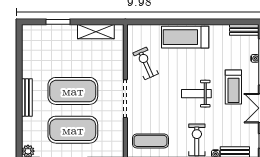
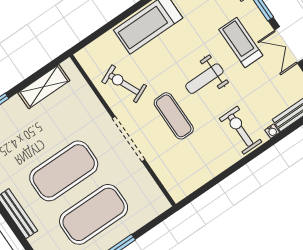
treadmill: (233, 87) -> (241, 43), turned 180
exercise mat: (150, 141) -> (174, 116), moved, turned 90

